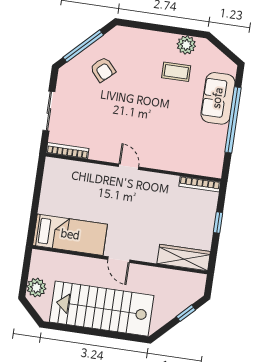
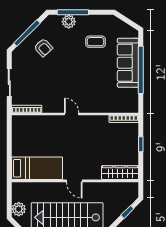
window: (151, 27) -> (73, 12), added
plant: (186, 45) -> (69, 22), moved
sofa: (218, 98) -> (128, 63), width x1.36

